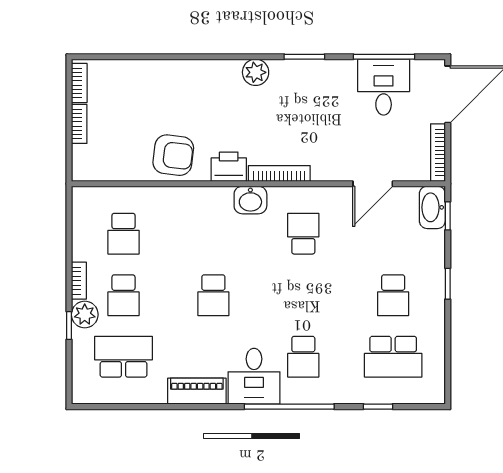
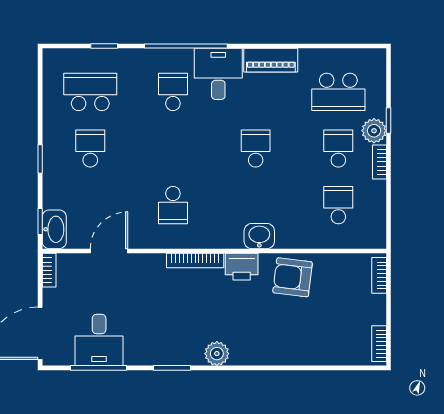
bookcase: (79, 124) -> (379, 275), moved
bookcase: (438, 153) -> (49, 270), width x0.64
washbasin: (250, 200) -> (259, 236), moved

